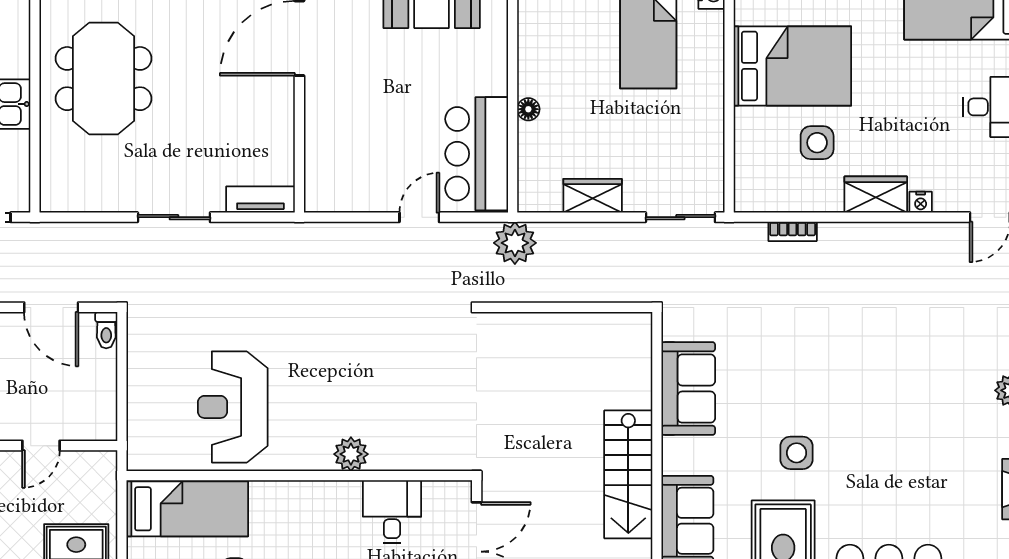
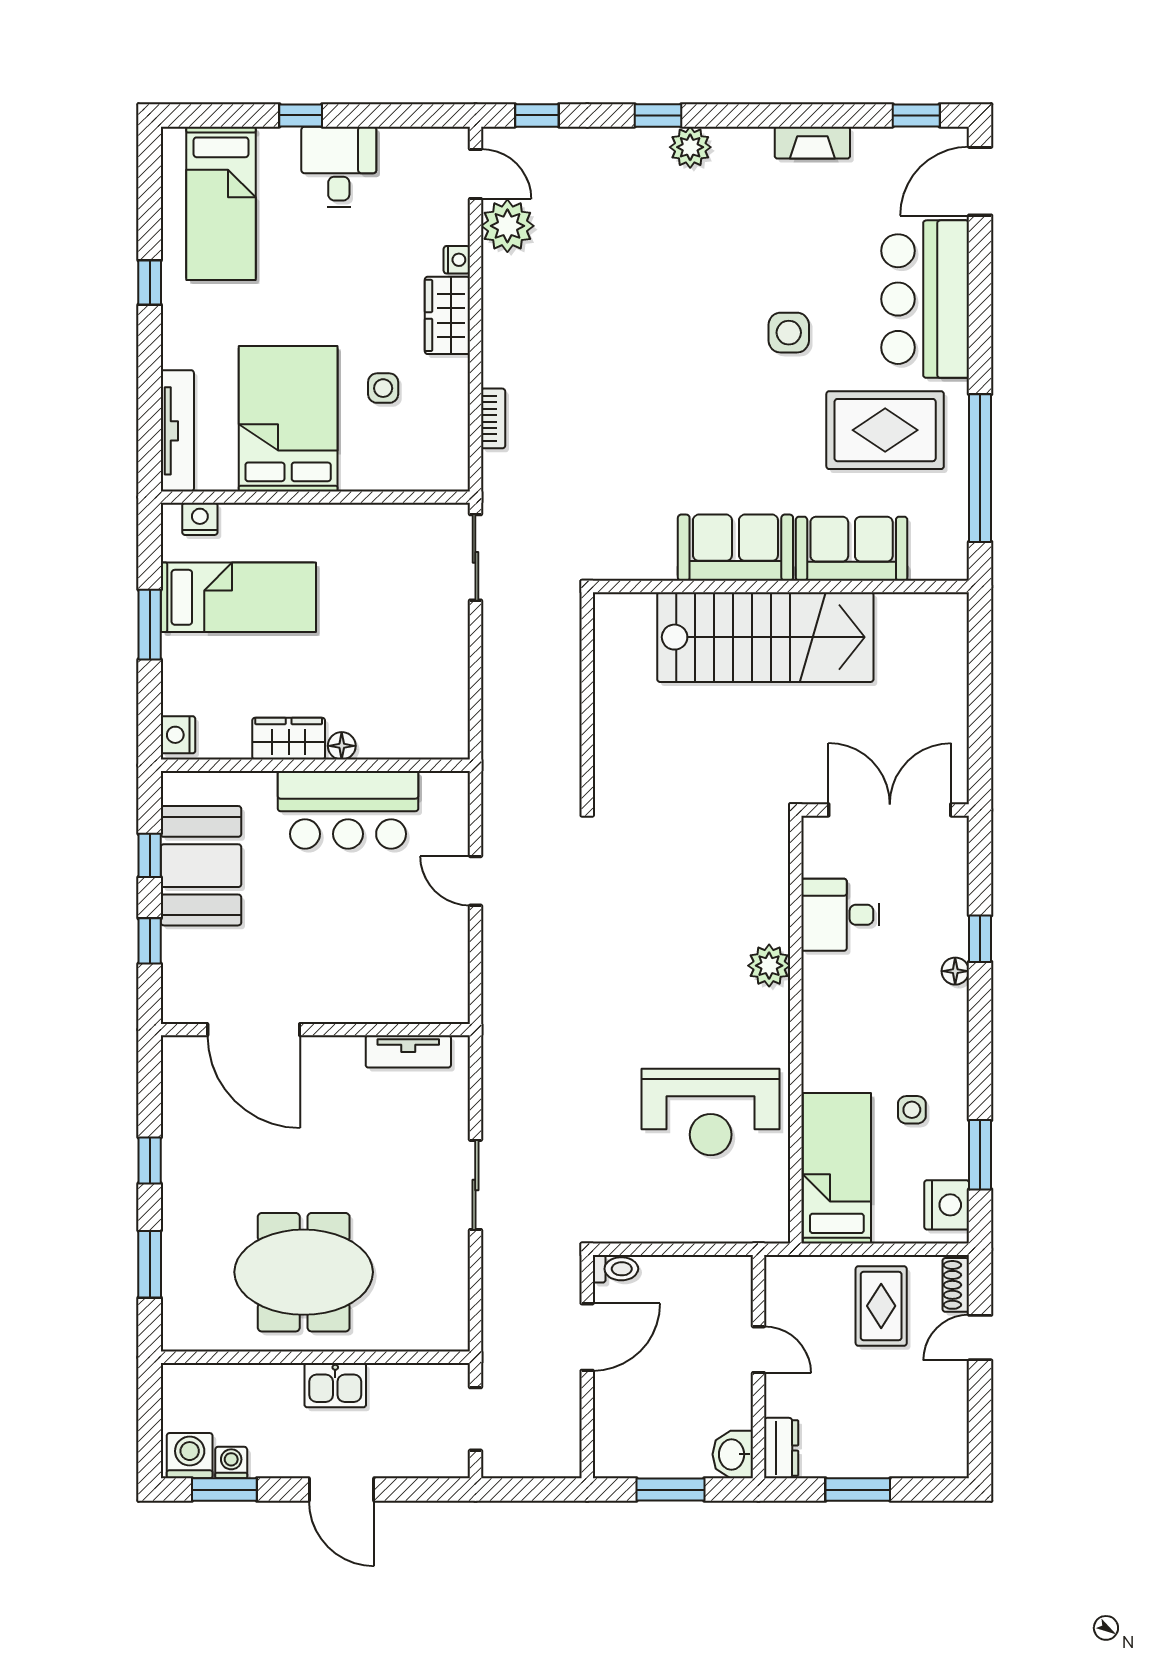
side table: (817, 143) -> (383, 388), width x0.73, depth x0.73
bar counter: (477, 154) -> (348, 810), moved
wardrobe: (593, 196) -> (289, 739), moved, turned 90
tv unit: (260, 200) -> (408, 1051), moved, turned -90
plant: (515, 243) -> (507, 226), moved
sofa: (688, 389) -> (735, 548), moved
side table: (797, 453) -> (789, 333), moved
stairs: (628, 474) -> (765, 637), width x1.36, depth x1.51

